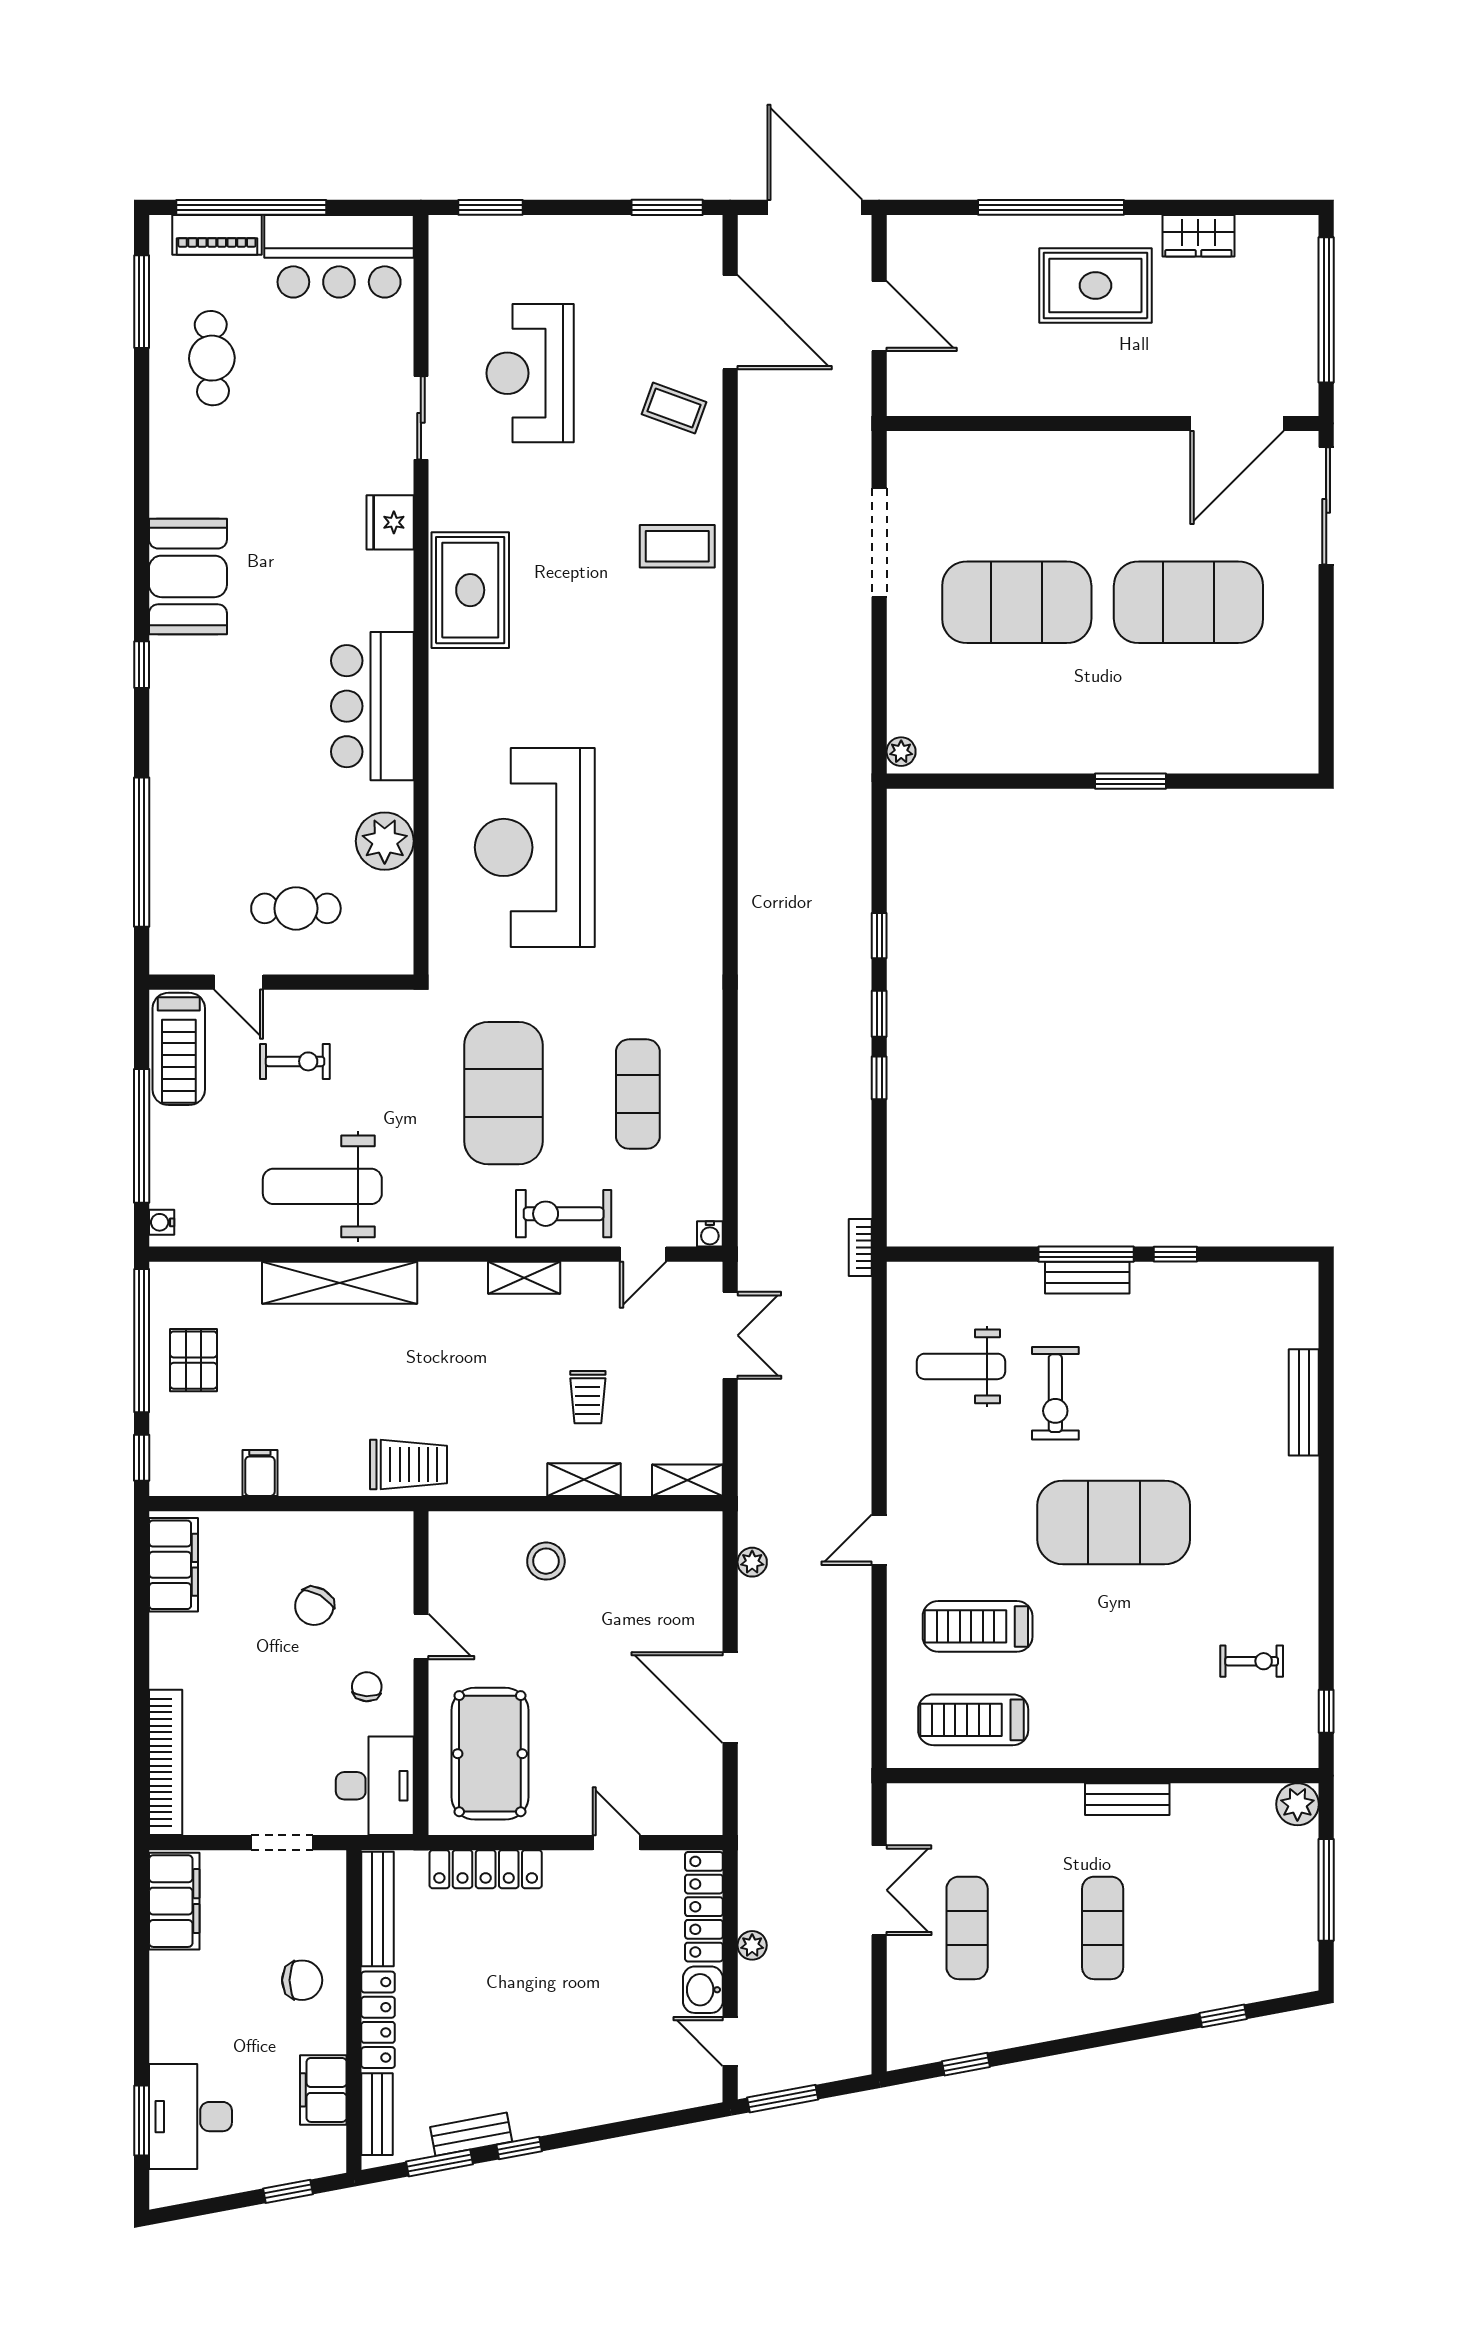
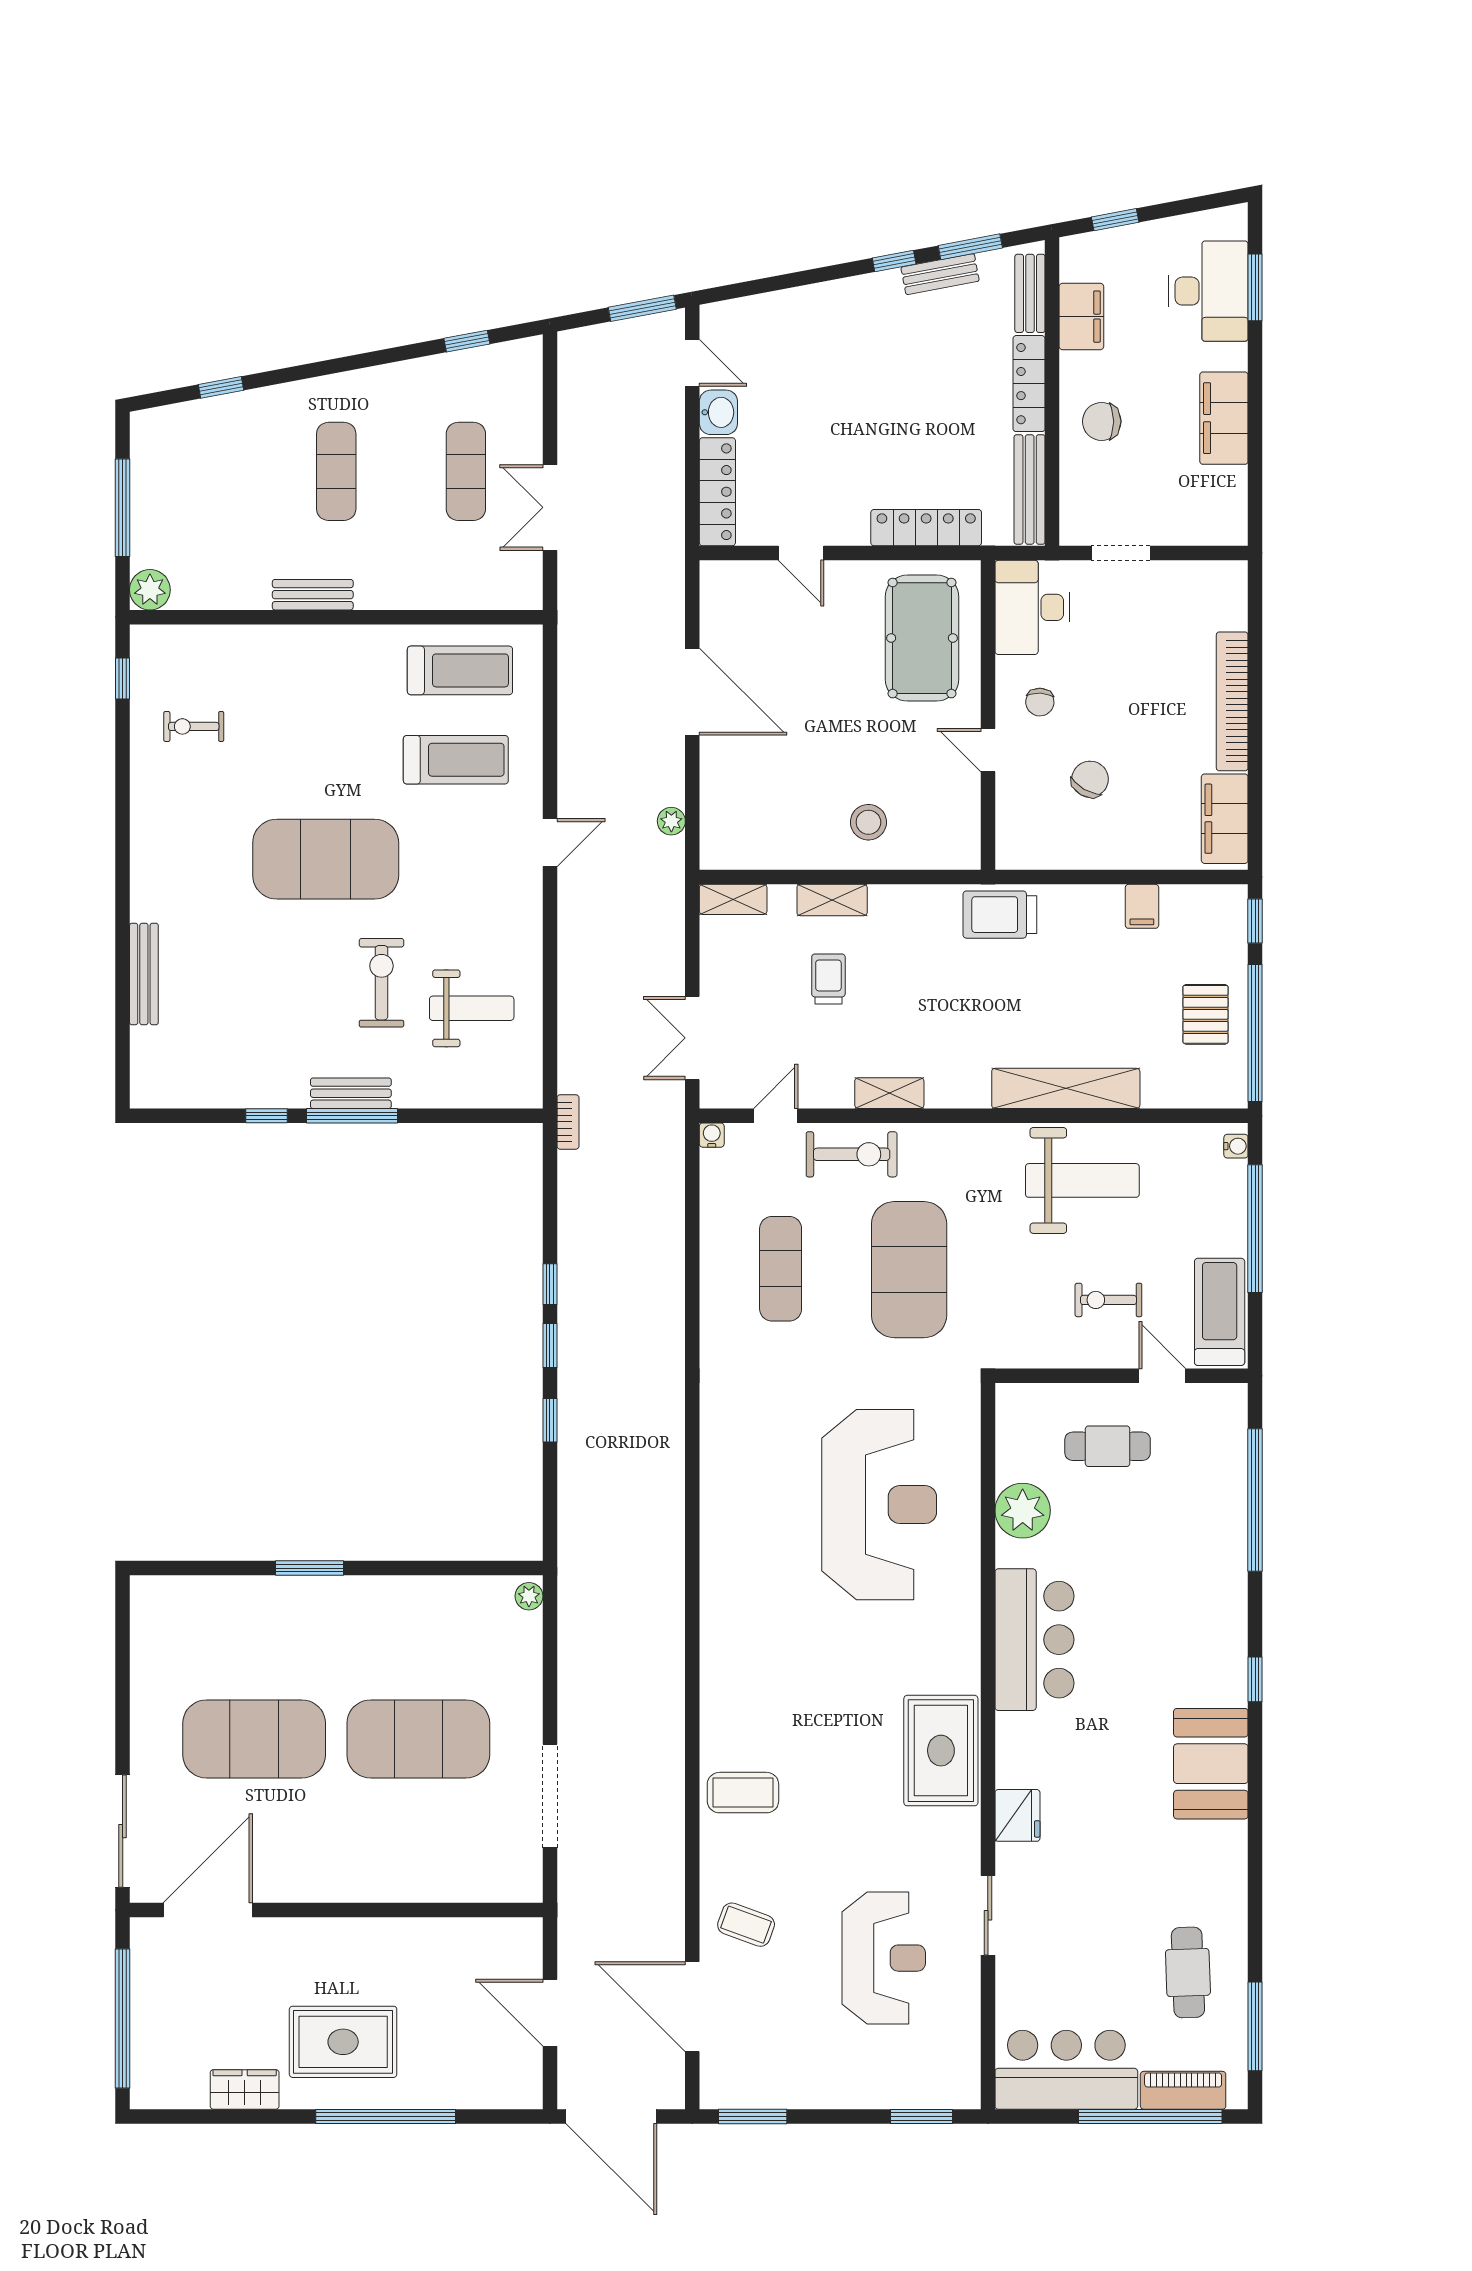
bookcase: (166, 1762) -> (1232, 701), moved
filing cabinet: (174, 1901) -> (1224, 418), moved
plant: (752, 1945) -> (671, 455), removed

